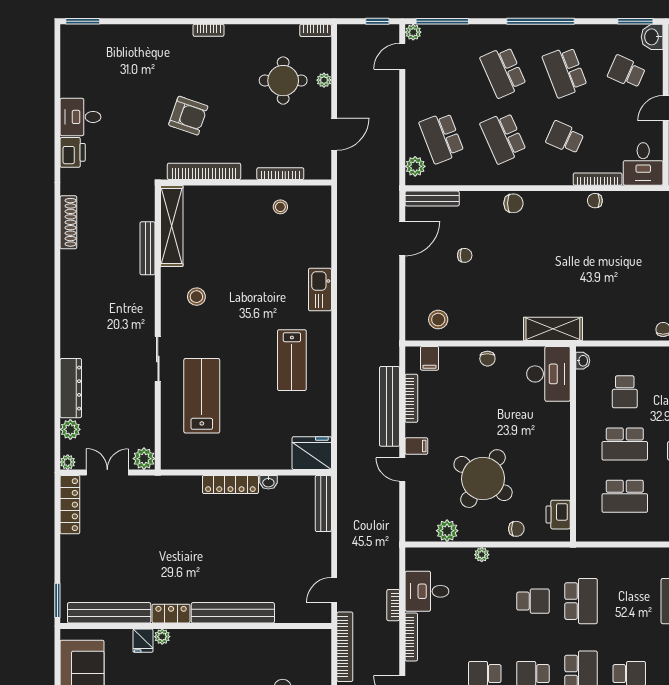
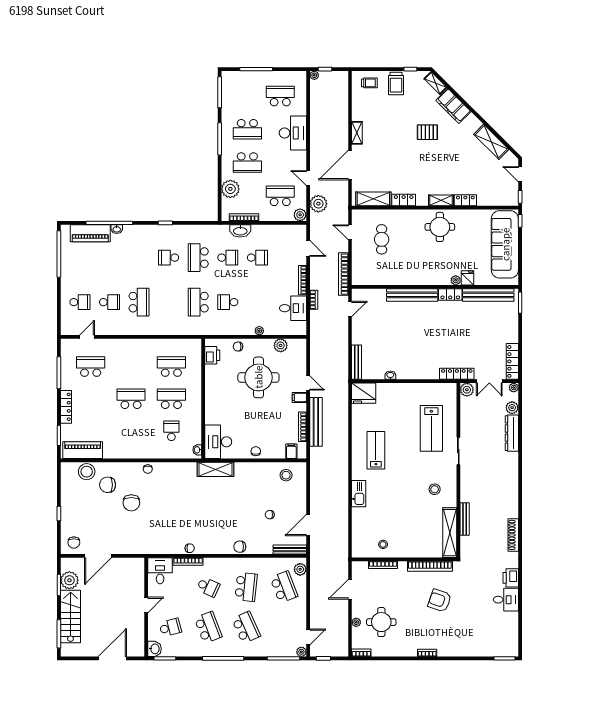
school desk: (627, 72) -> (170, 627), turned -39
school desk: (503, 138) -> (246, 587), turned 30
round table: (483, 479) -> (258, 377), turned -34
locker: (230, 485) -> (457, 374), moved

